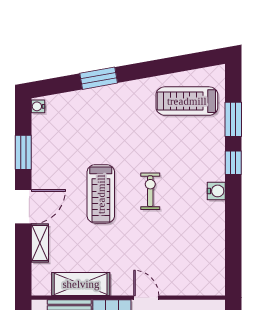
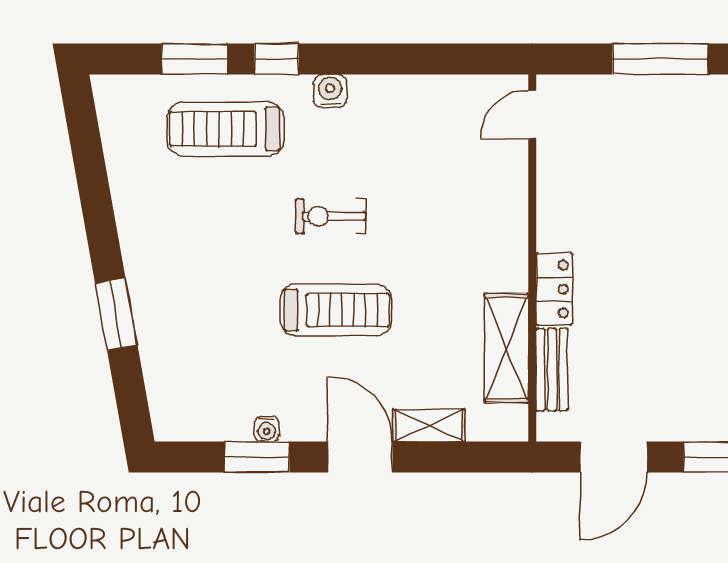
treadmill: (187, 101) -> (226, 129), moved, turned 90
water cooler: (38, 106) -> (267, 429), moved
door: (146, 298) -> (532, 114), moved

